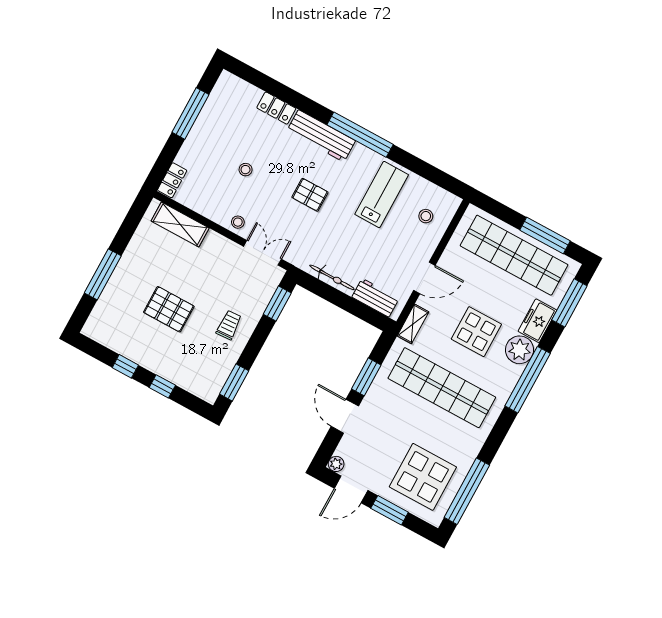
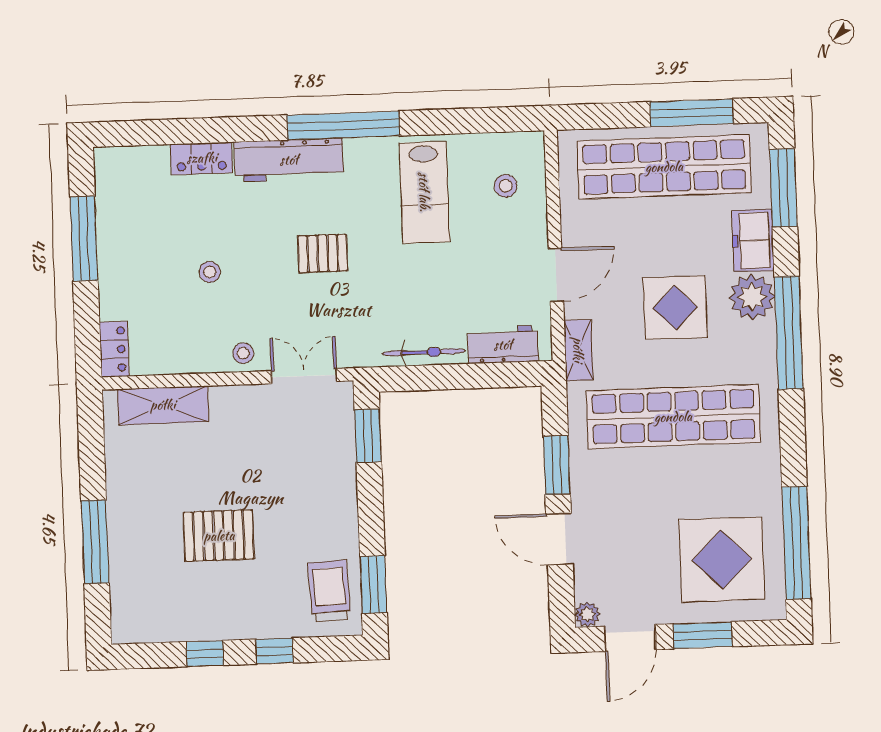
lab bench: (382, 195) -> (424, 192), turned 180
trolley: (229, 325) -> (329, 591), moved, width x1.36, depth x1.39

